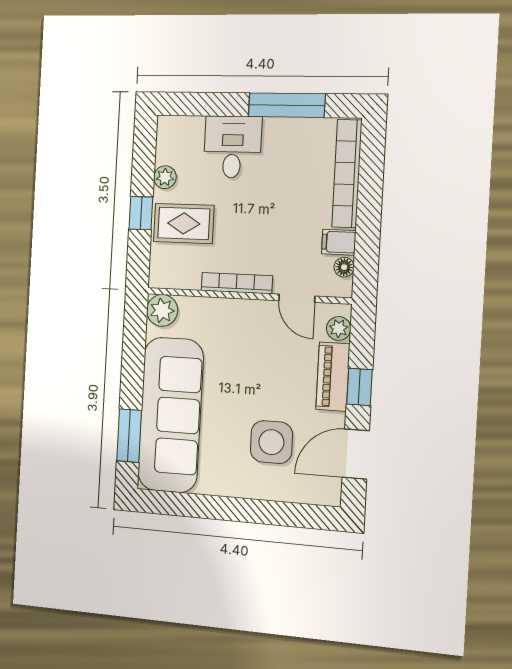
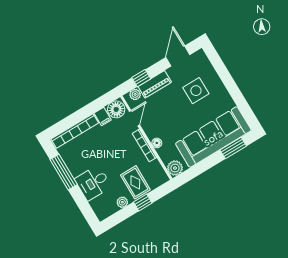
floor lamp: (344, 267) -> (116, 109), width x1.89, depth x1.89
floor lamp: (226, 308) -> (157, 143), added
window: (359, 387) -> (141, 78), moved
door: (356, 454) -> (178, 56), swing flipped

